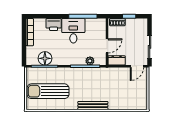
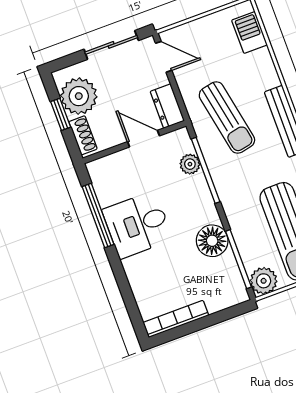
printer: (54, 25) -> (140, 273), removed
plant: (134, 26) -> (79, 96), added
floor lamp: (45, 58) -> (212, 241), moved
plant: (32, 73) -> (264, 281), added
sun lounger: (103, 83) -> (227, 118), added
barbecue: (134, 104) -> (249, 32), added

